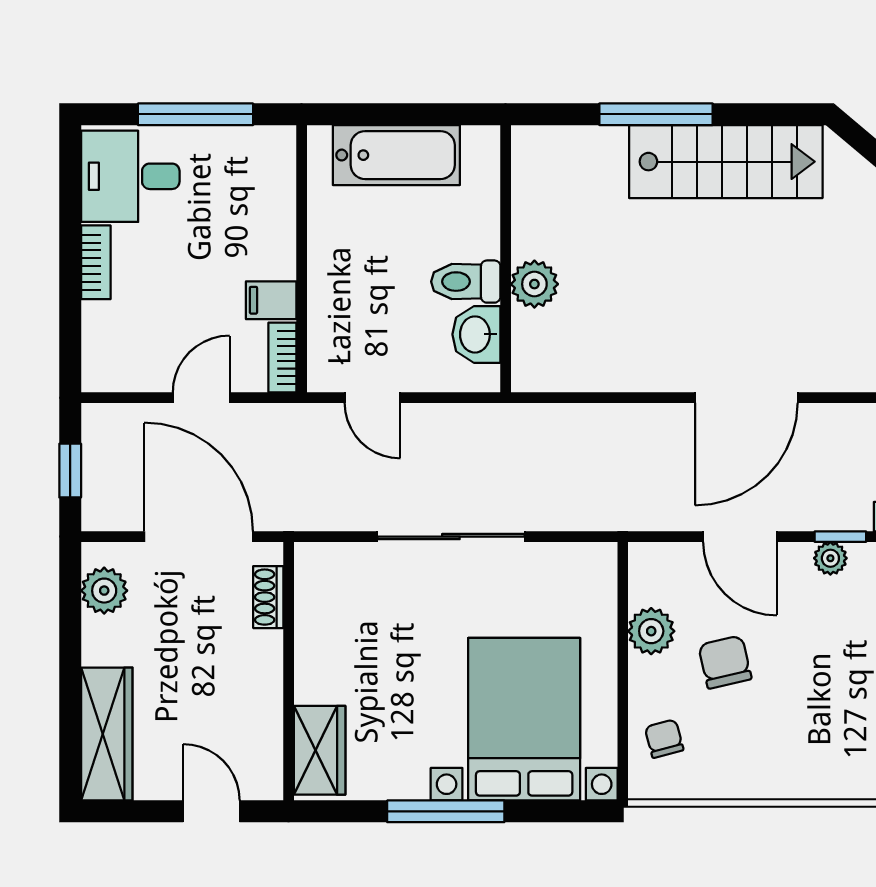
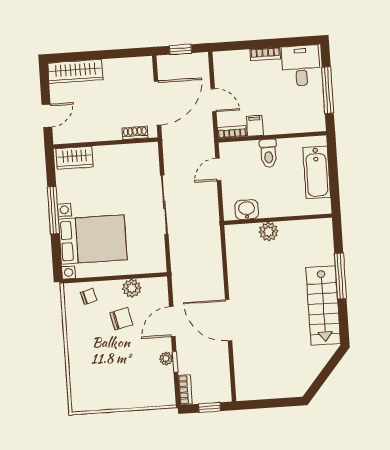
toilet: (466, 282) -> (269, 153), moved, turned 180
plant: (104, 591) -> (133, 66), removed

